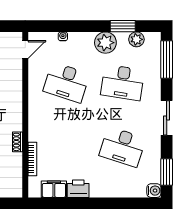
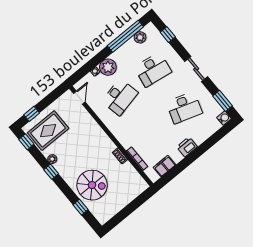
window: (123, 26) -> (125, 36), width x2.11
plant: (105, 43) -> (108, 67), moved
window: (167, 60) -> (168, 35), width x0.46
desk: (66, 82) -> (120, 97), turned -30
printer: (78, 189) -> (187, 147), moved

